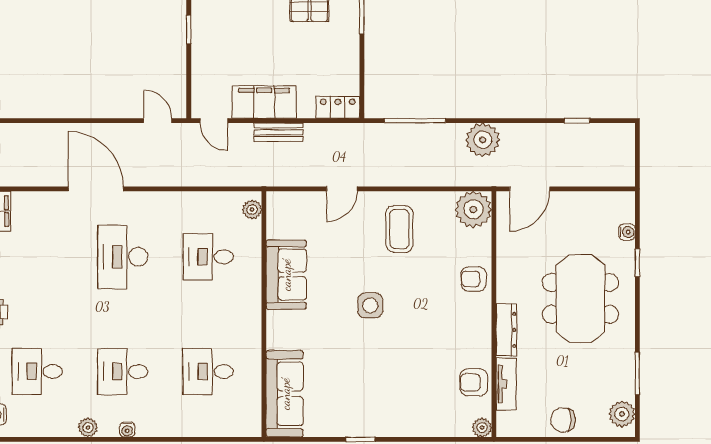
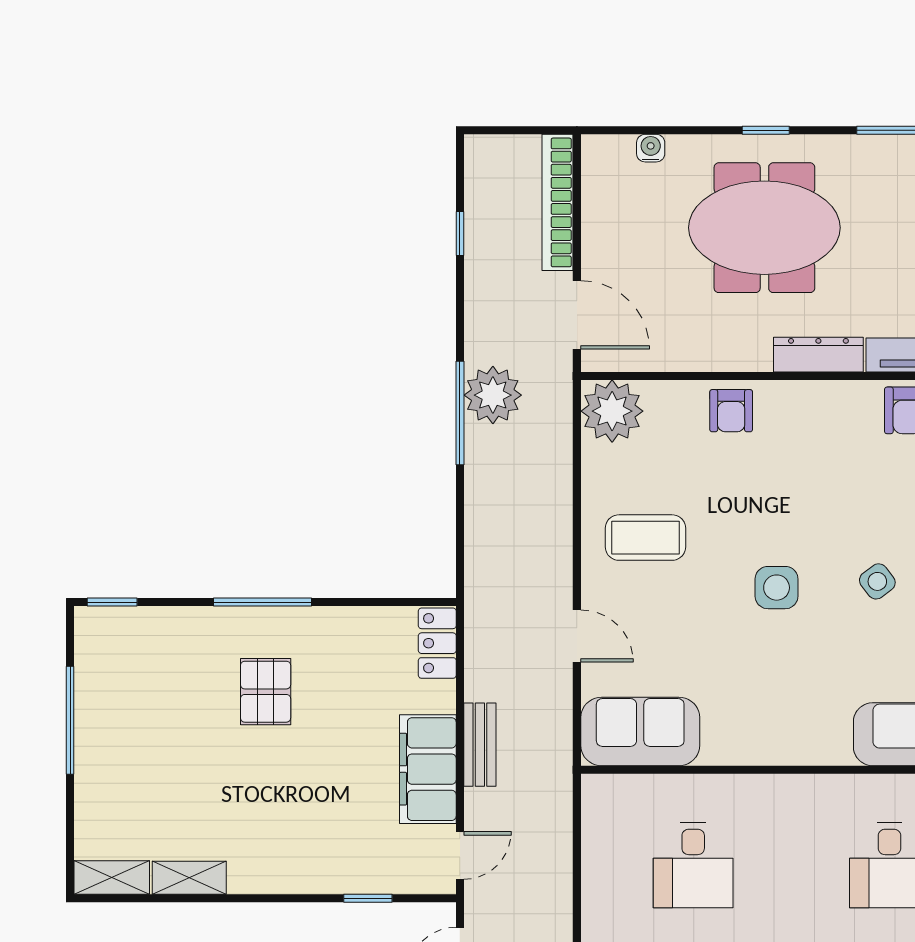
window: (189, 29) -> (368, 898), moved
window: (415, 121) -> (460, 413), moved
bookcase: (595, 178) -> (558, 202), added
plant: (252, 210) -> (612, 790), removed
window: (637, 263) -> (766, 130), moved
sofa: (286, 275) -> (640, 731), moved
side table: (374, 364) -> (877, 581), added

